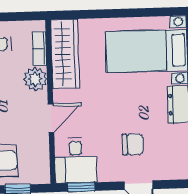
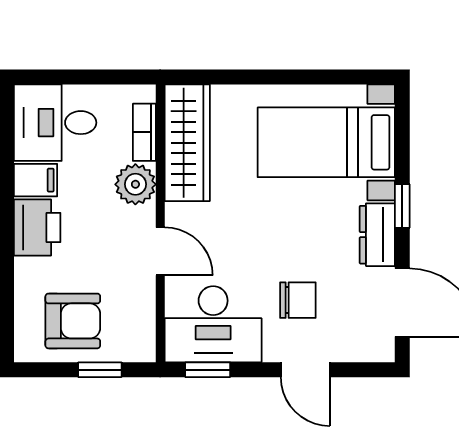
door: (51, 118) -> (160, 251), hinge flipped
desk: (76, 160) -> (213, 324), width x1.37

